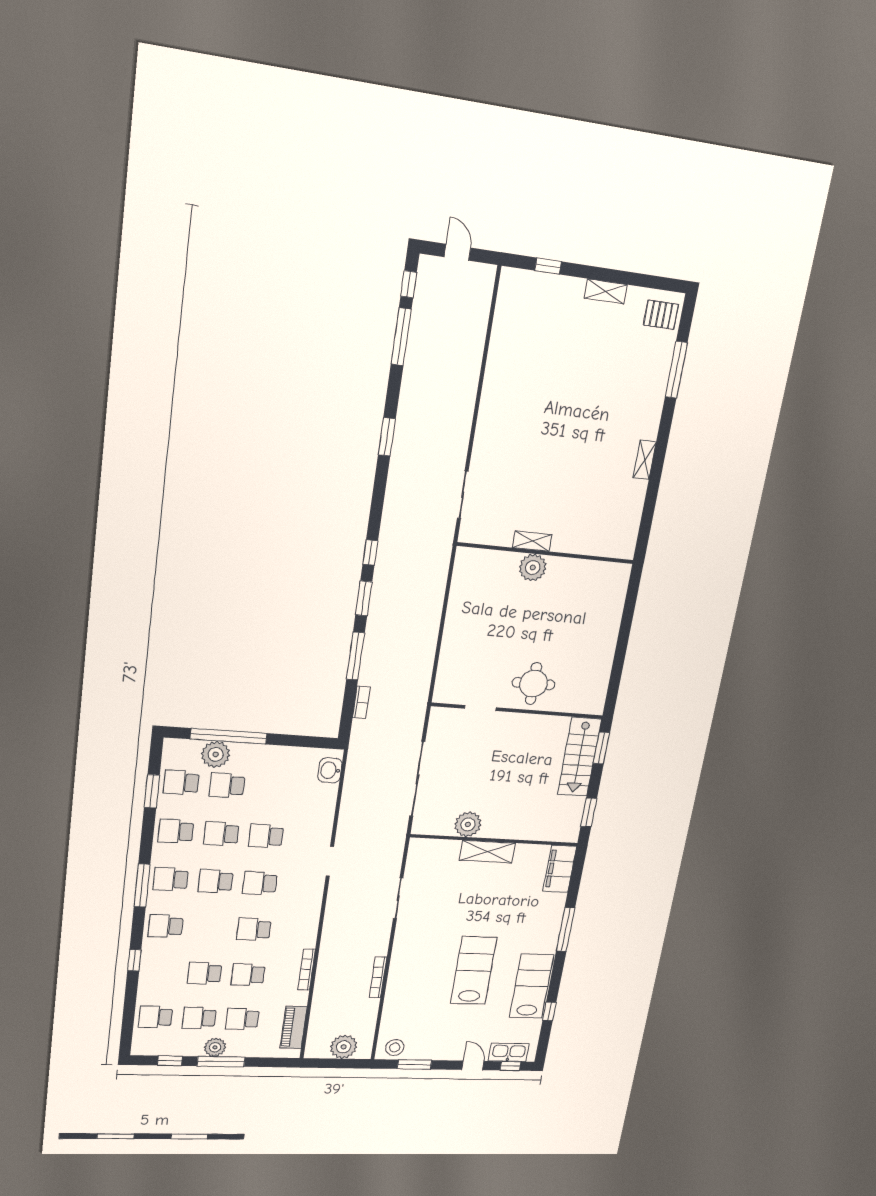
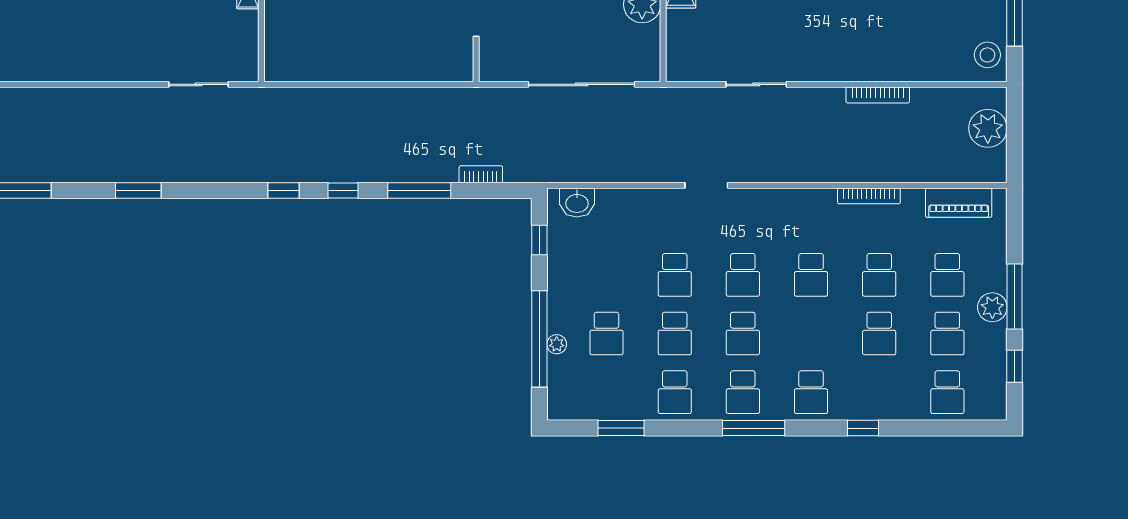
window: (364, 598) -> (343, 190), width x0.67
window: (305, 741) -> (539, 240), added
plant: (216, 754) -> (557, 344), width x0.53, depth x0.53
school desk: (181, 783) -> (607, 392), removed

